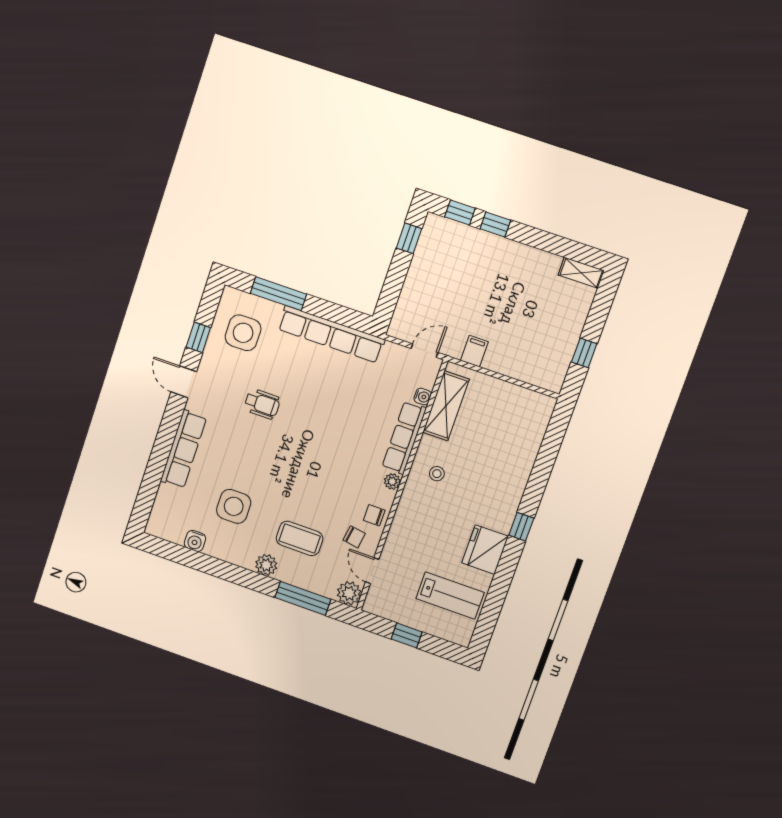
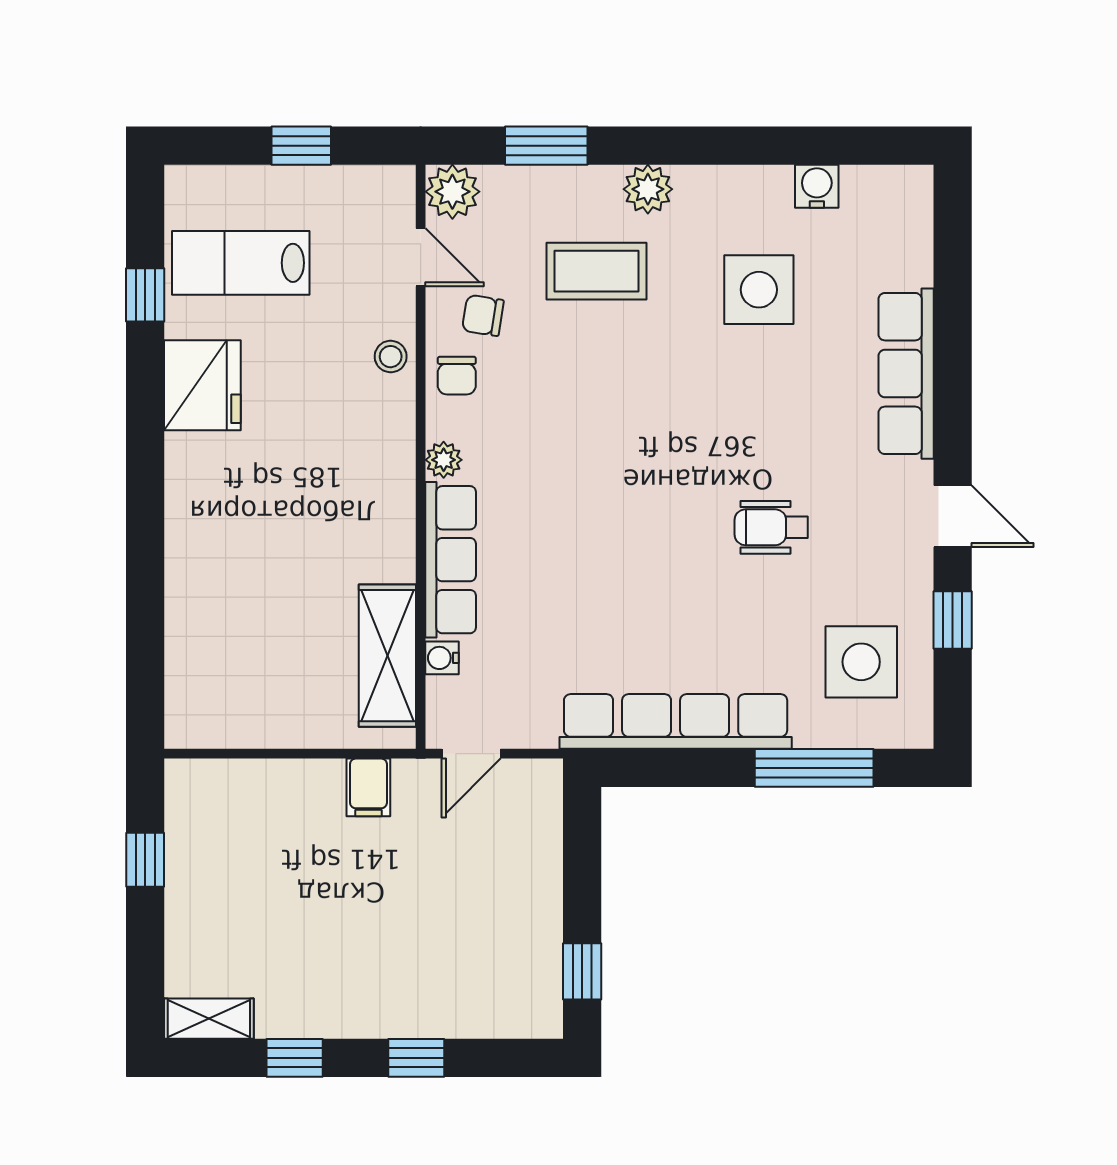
window: (460, 213) -> (295, 1058), moved
stool: (437, 474) -> (391, 357), moved
chair: (374, 515) -> (457, 376), turned 90
window: (521, 527) -> (145, 295), moved
window: (303, 598) -> (546, 146), width x0.69

